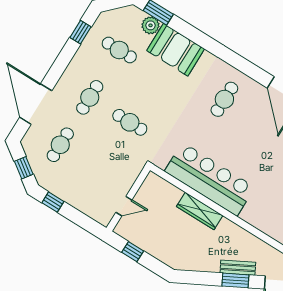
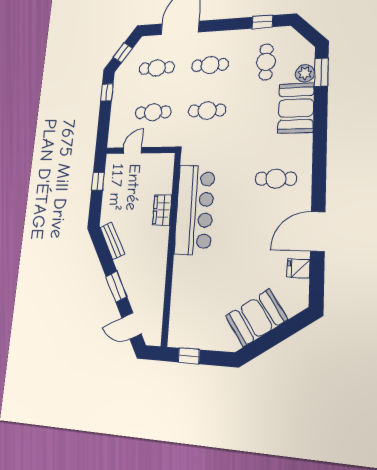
cafe table: (130, 122) -> (207, 110), turned 90
cafe table: (100, 170) -> (153, 112), added
door: (124, 206) -> (133, 150), swing flipped
wardrobe: (200, 211) -> (162, 210), width x0.67
bench: (238, 268) -> (112, 241), moved

